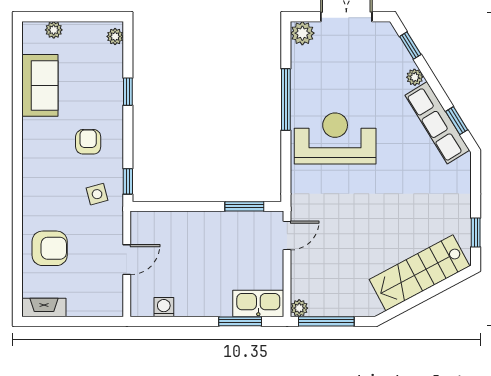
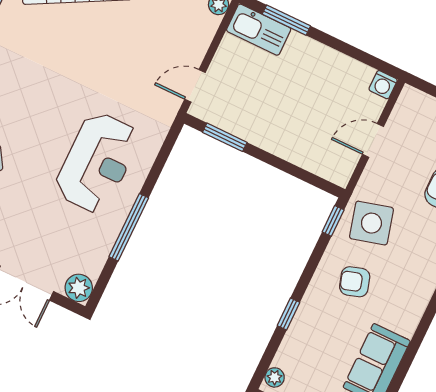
reception desk: (335, 138) -> (97, 163), turned -90
armchair: (88, 142) -> (355, 282), turned 73
side table: (97, 194) -> (371, 223), width x1.87, depth x1.87
washing machine: (164, 307) -> (383, 85), moved

